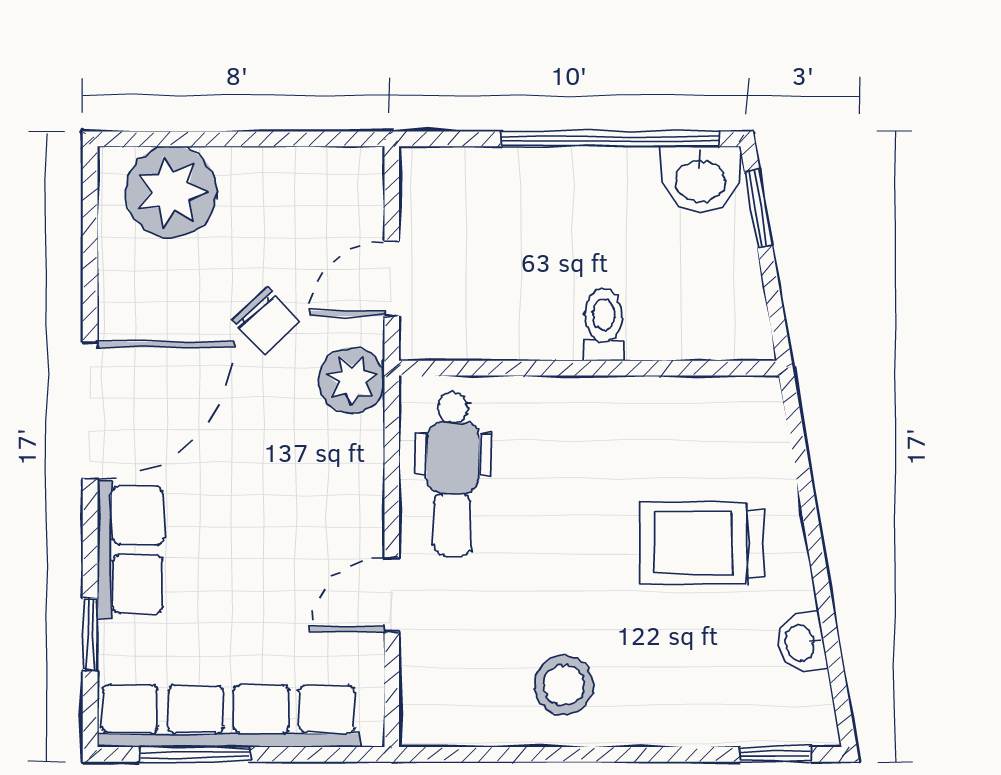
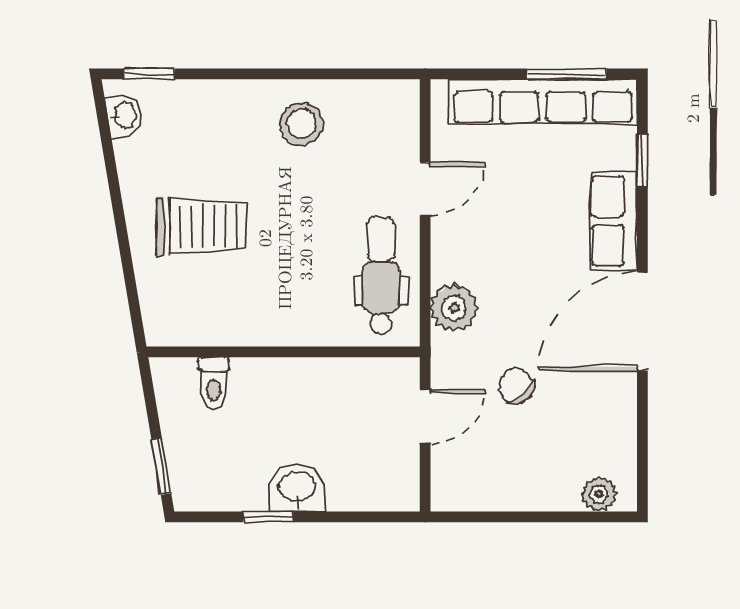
window: (610, 139) -> (268, 517), width x0.32
washbasin: (700, 179) -> (297, 488), moved
plant: (171, 192) -> (599, 494), width x0.53, depth x0.53
toilet: (604, 325) -> (214, 383), moved
plant: (352, 380) -> (454, 308), moved
washbasin: (801, 643) -> (124, 116), moved

